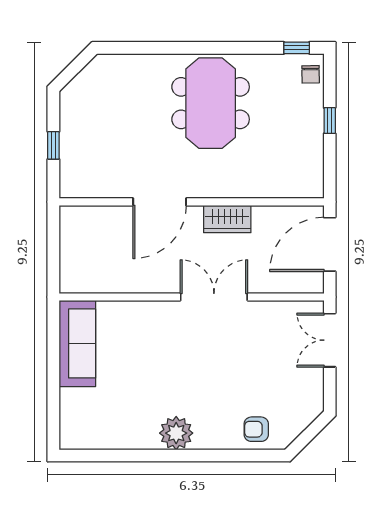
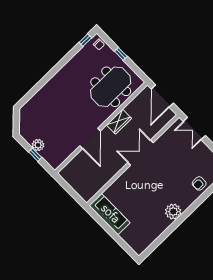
meeting table: (211, 103) -> (111, 87), moved, turned 90
plant: (72, 135) -> (38, 145), added

